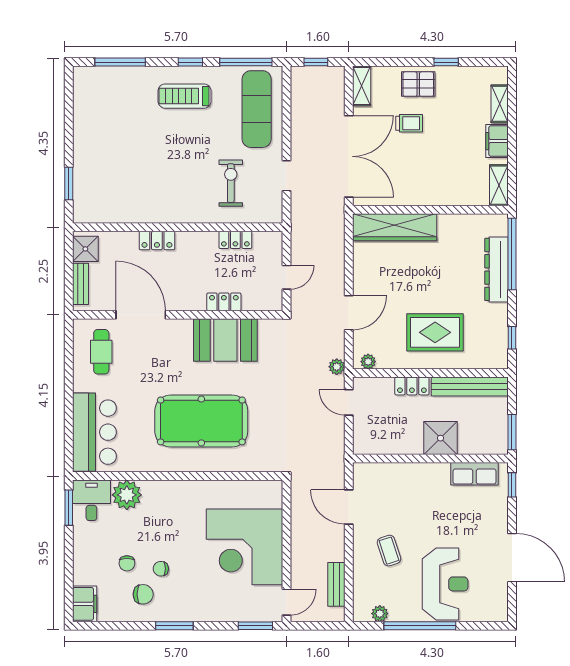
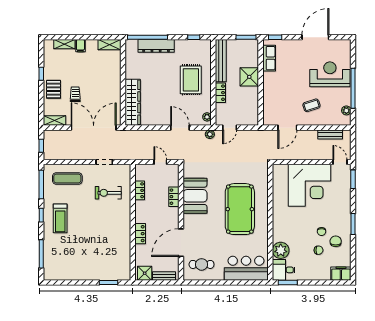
exercise mat: (257, 109) -> (67, 179), width x0.73, depth x0.69
filing cabinet: (497, 141) -> (80, 46), width x0.50

